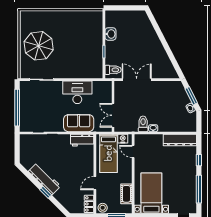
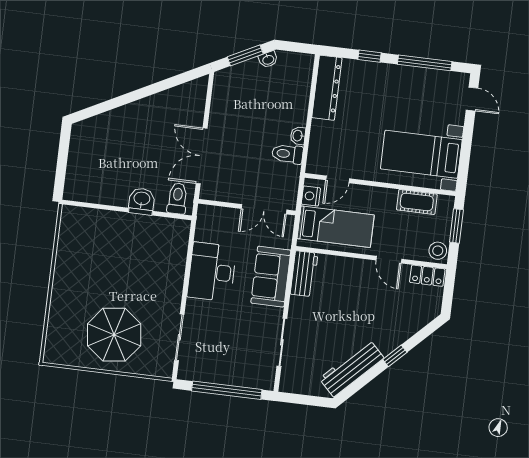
washbasin: (111, 34) -> (142, 199), moved
workbench: (44, 179) -> (352, 368), moved

